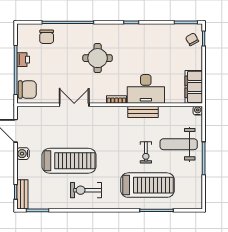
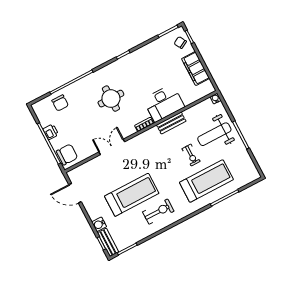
filing cabinet: (194, 87) -> (196, 69), moved
water cooler: (23, 154) -> (99, 224), moved
exercise bike: (86, 190) -> (158, 212), turned 180

